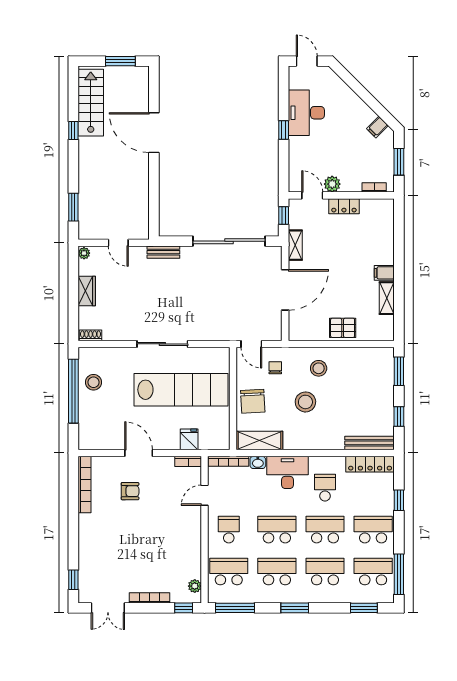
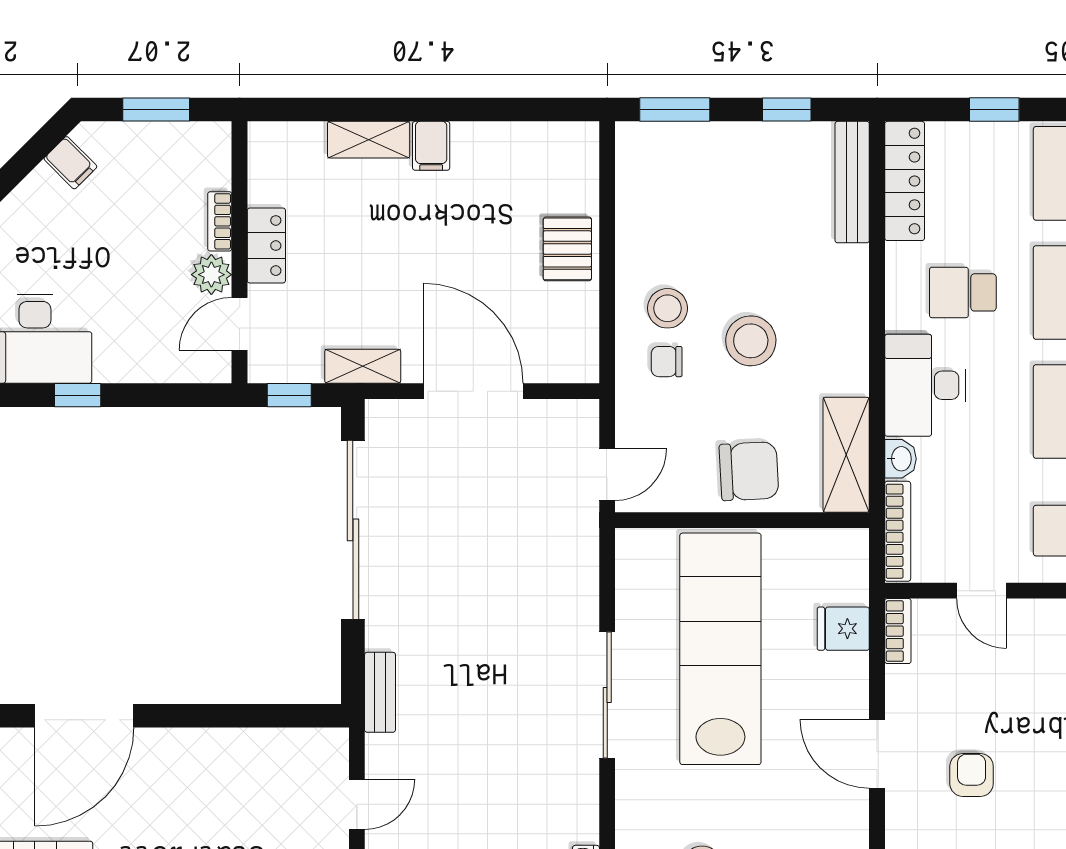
bookcase: (374, 187) -> (220, 221), moved
shelving: (387, 298) -> (369, 140), moved
chair: (275, 368) -> (667, 362), moved
door: (139, 453) -> (877, 754), hinge flipped

